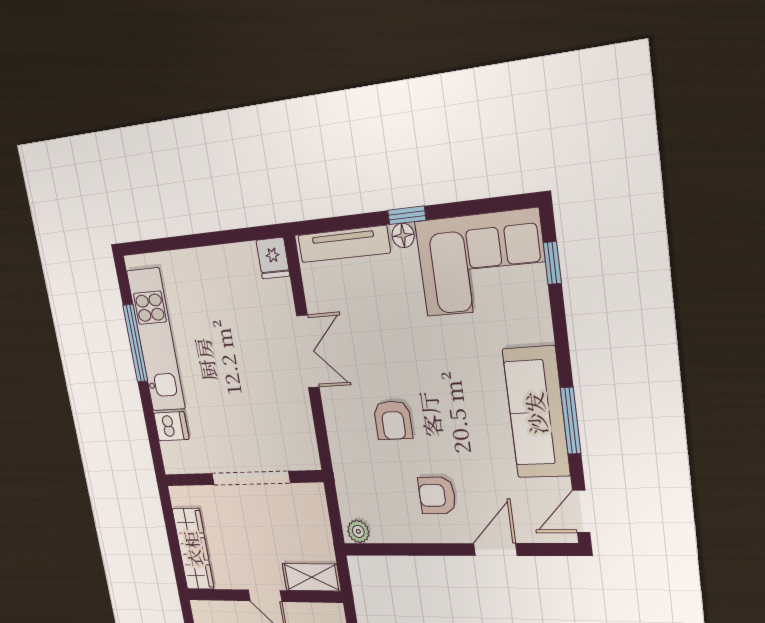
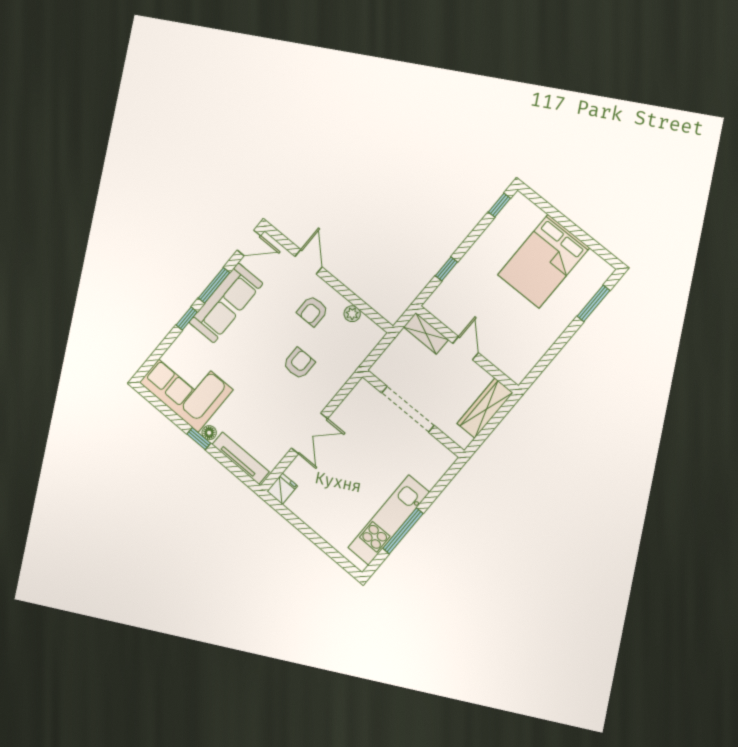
window: (552, 263) -> (187, 318), moved
double door: (308, 351) -> (310, 433), swing flipped
dishwasher: (171, 426) -> (427, 475), removed
armchair: (437, 495) -> (313, 311), turned 90
plant: (358, 531) -> (352, 314), moved
door: (495, 549) -> (309, 262), swing flipped

